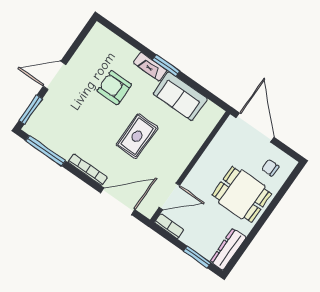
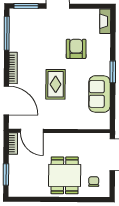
fireplace: (150, 67) -> (105, 21), moved
rug: (137, 136) -> (56, 84), turned 90
dresser: (228, 249) -> (24, 191), removed

